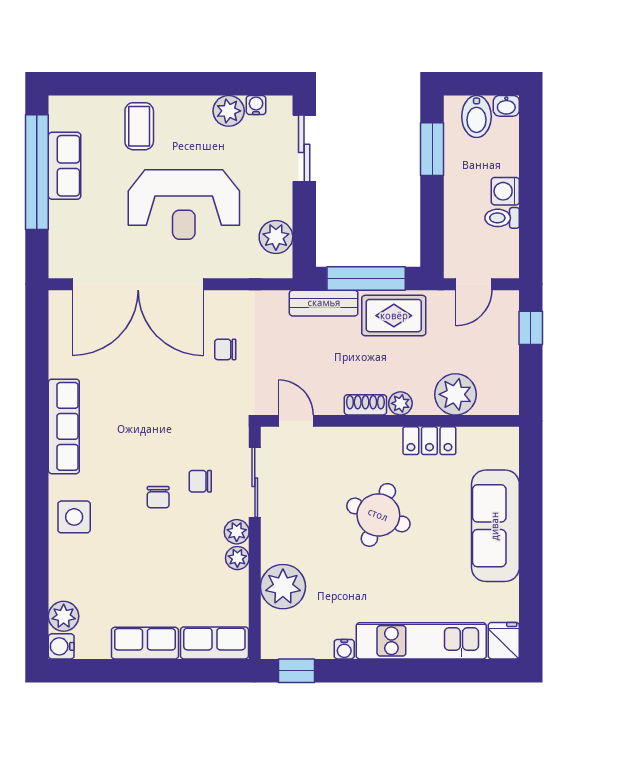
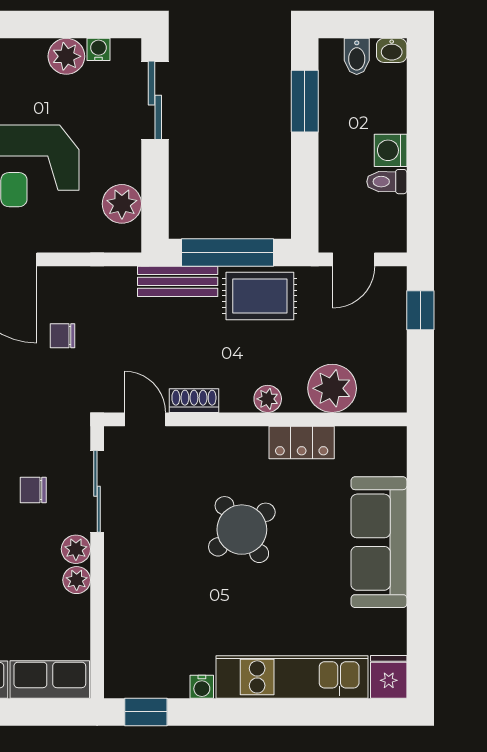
bidet: (476, 117) -> (357, 56), width x0.72, depth x0.74
shoe rack: (365, 405) -> (194, 401), moved
round table: (378, 515) -> (242, 530), turned 33
plant: (283, 587) -> (130, 614), removed

